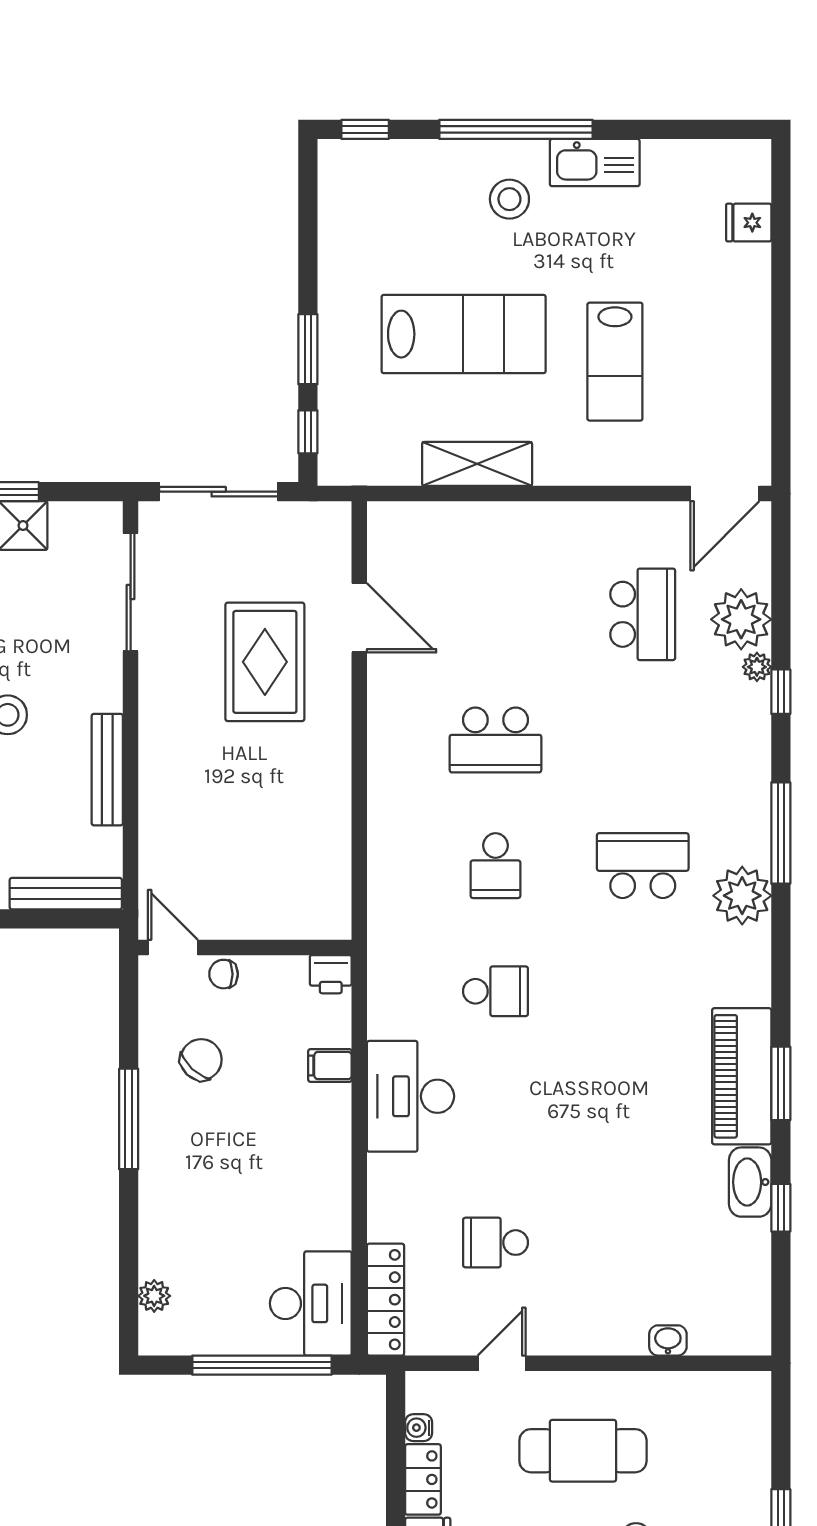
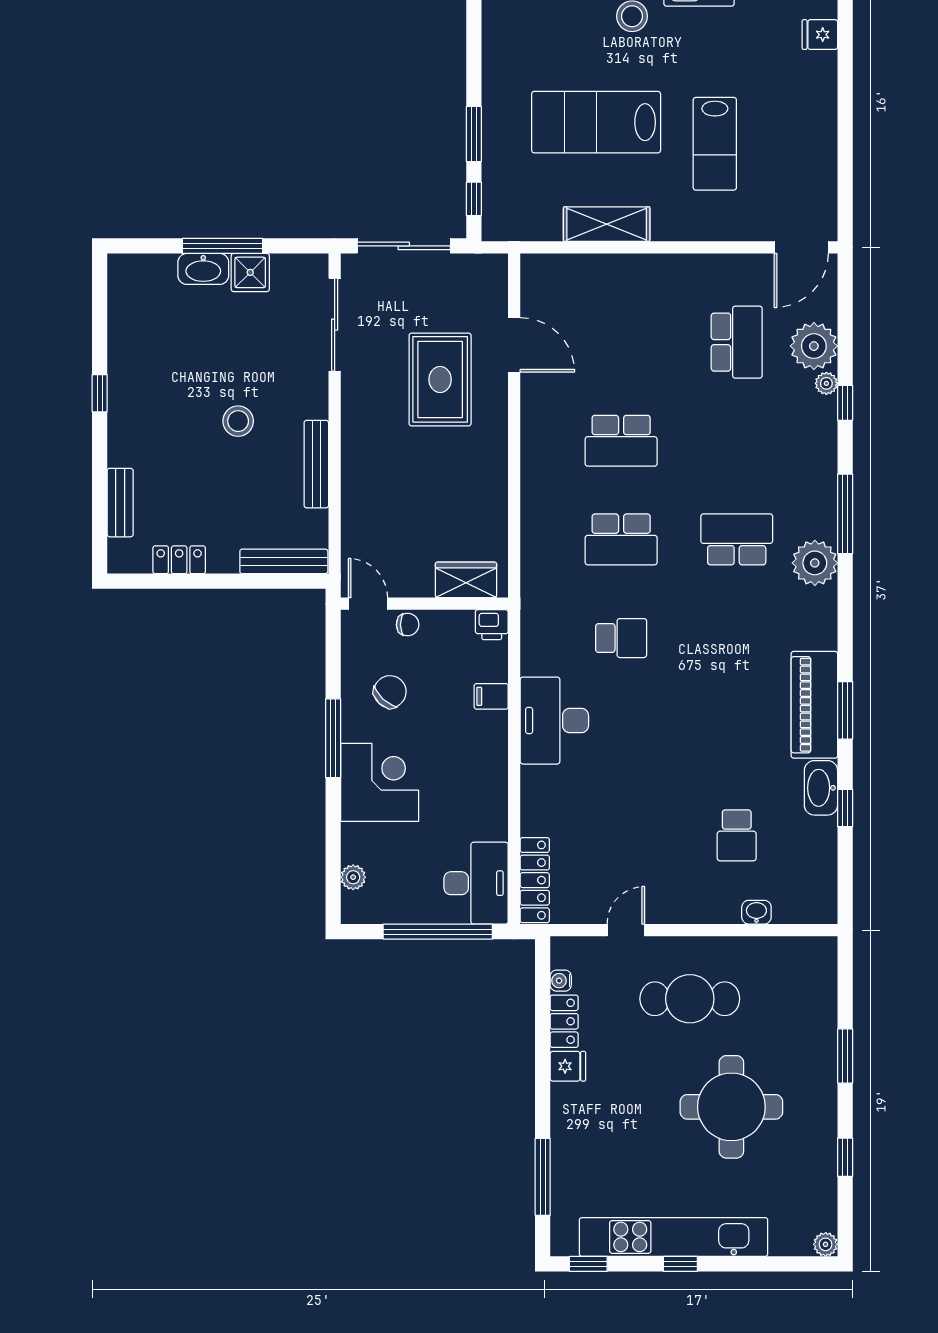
lab bench: (464, 334) -> (596, 122), turned 180
school desk: (496, 866) -> (621, 539), width x1.85
wardrobe: (298, 917) -> (466, 580), added
chair: (224, 974) -> (408, 625), turned 180
corner desk: (188, 1175) -> (380, 782), added
school desk: (496, 1243) -> (737, 835), moved, turned -90

